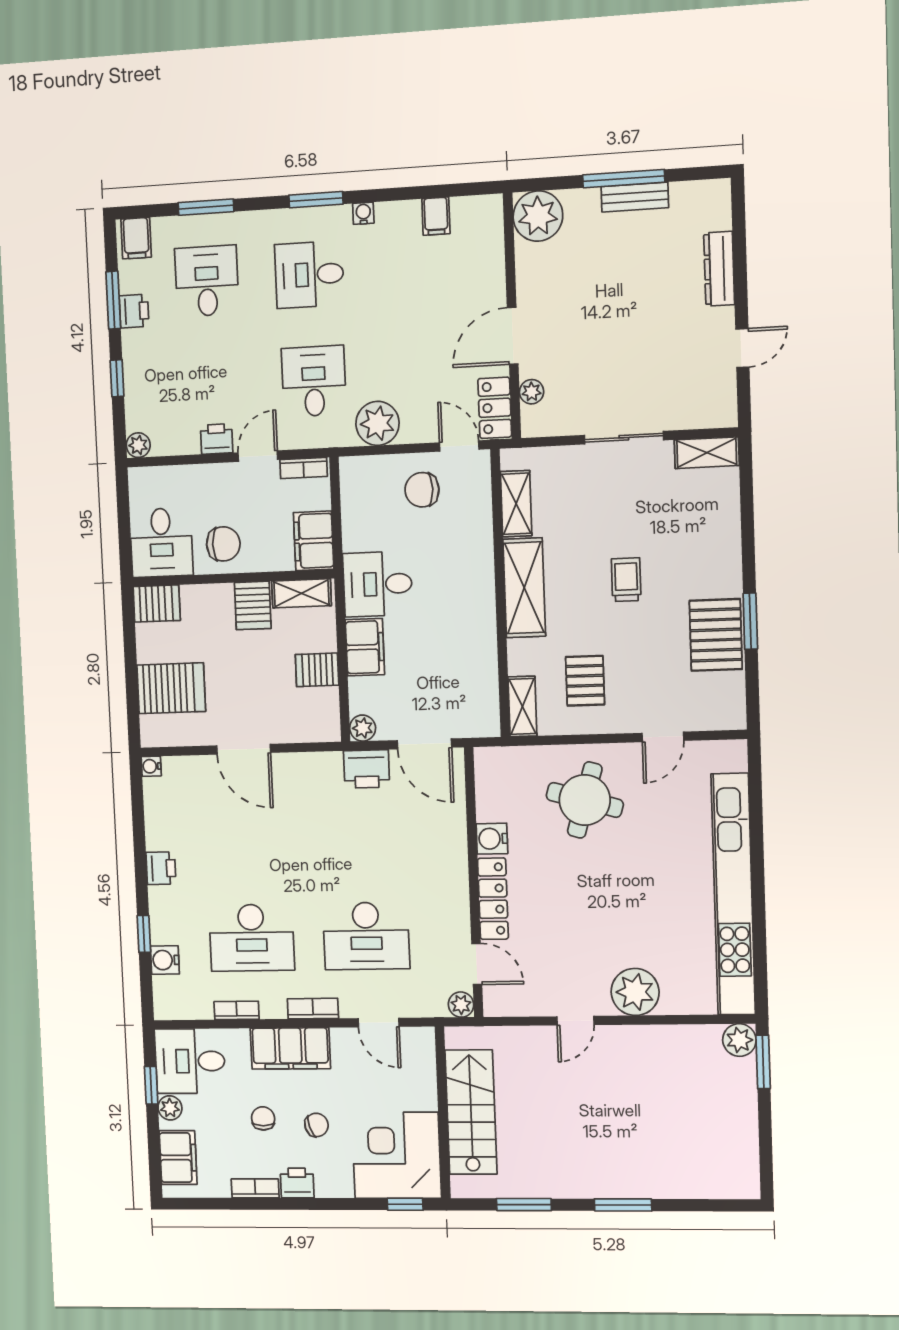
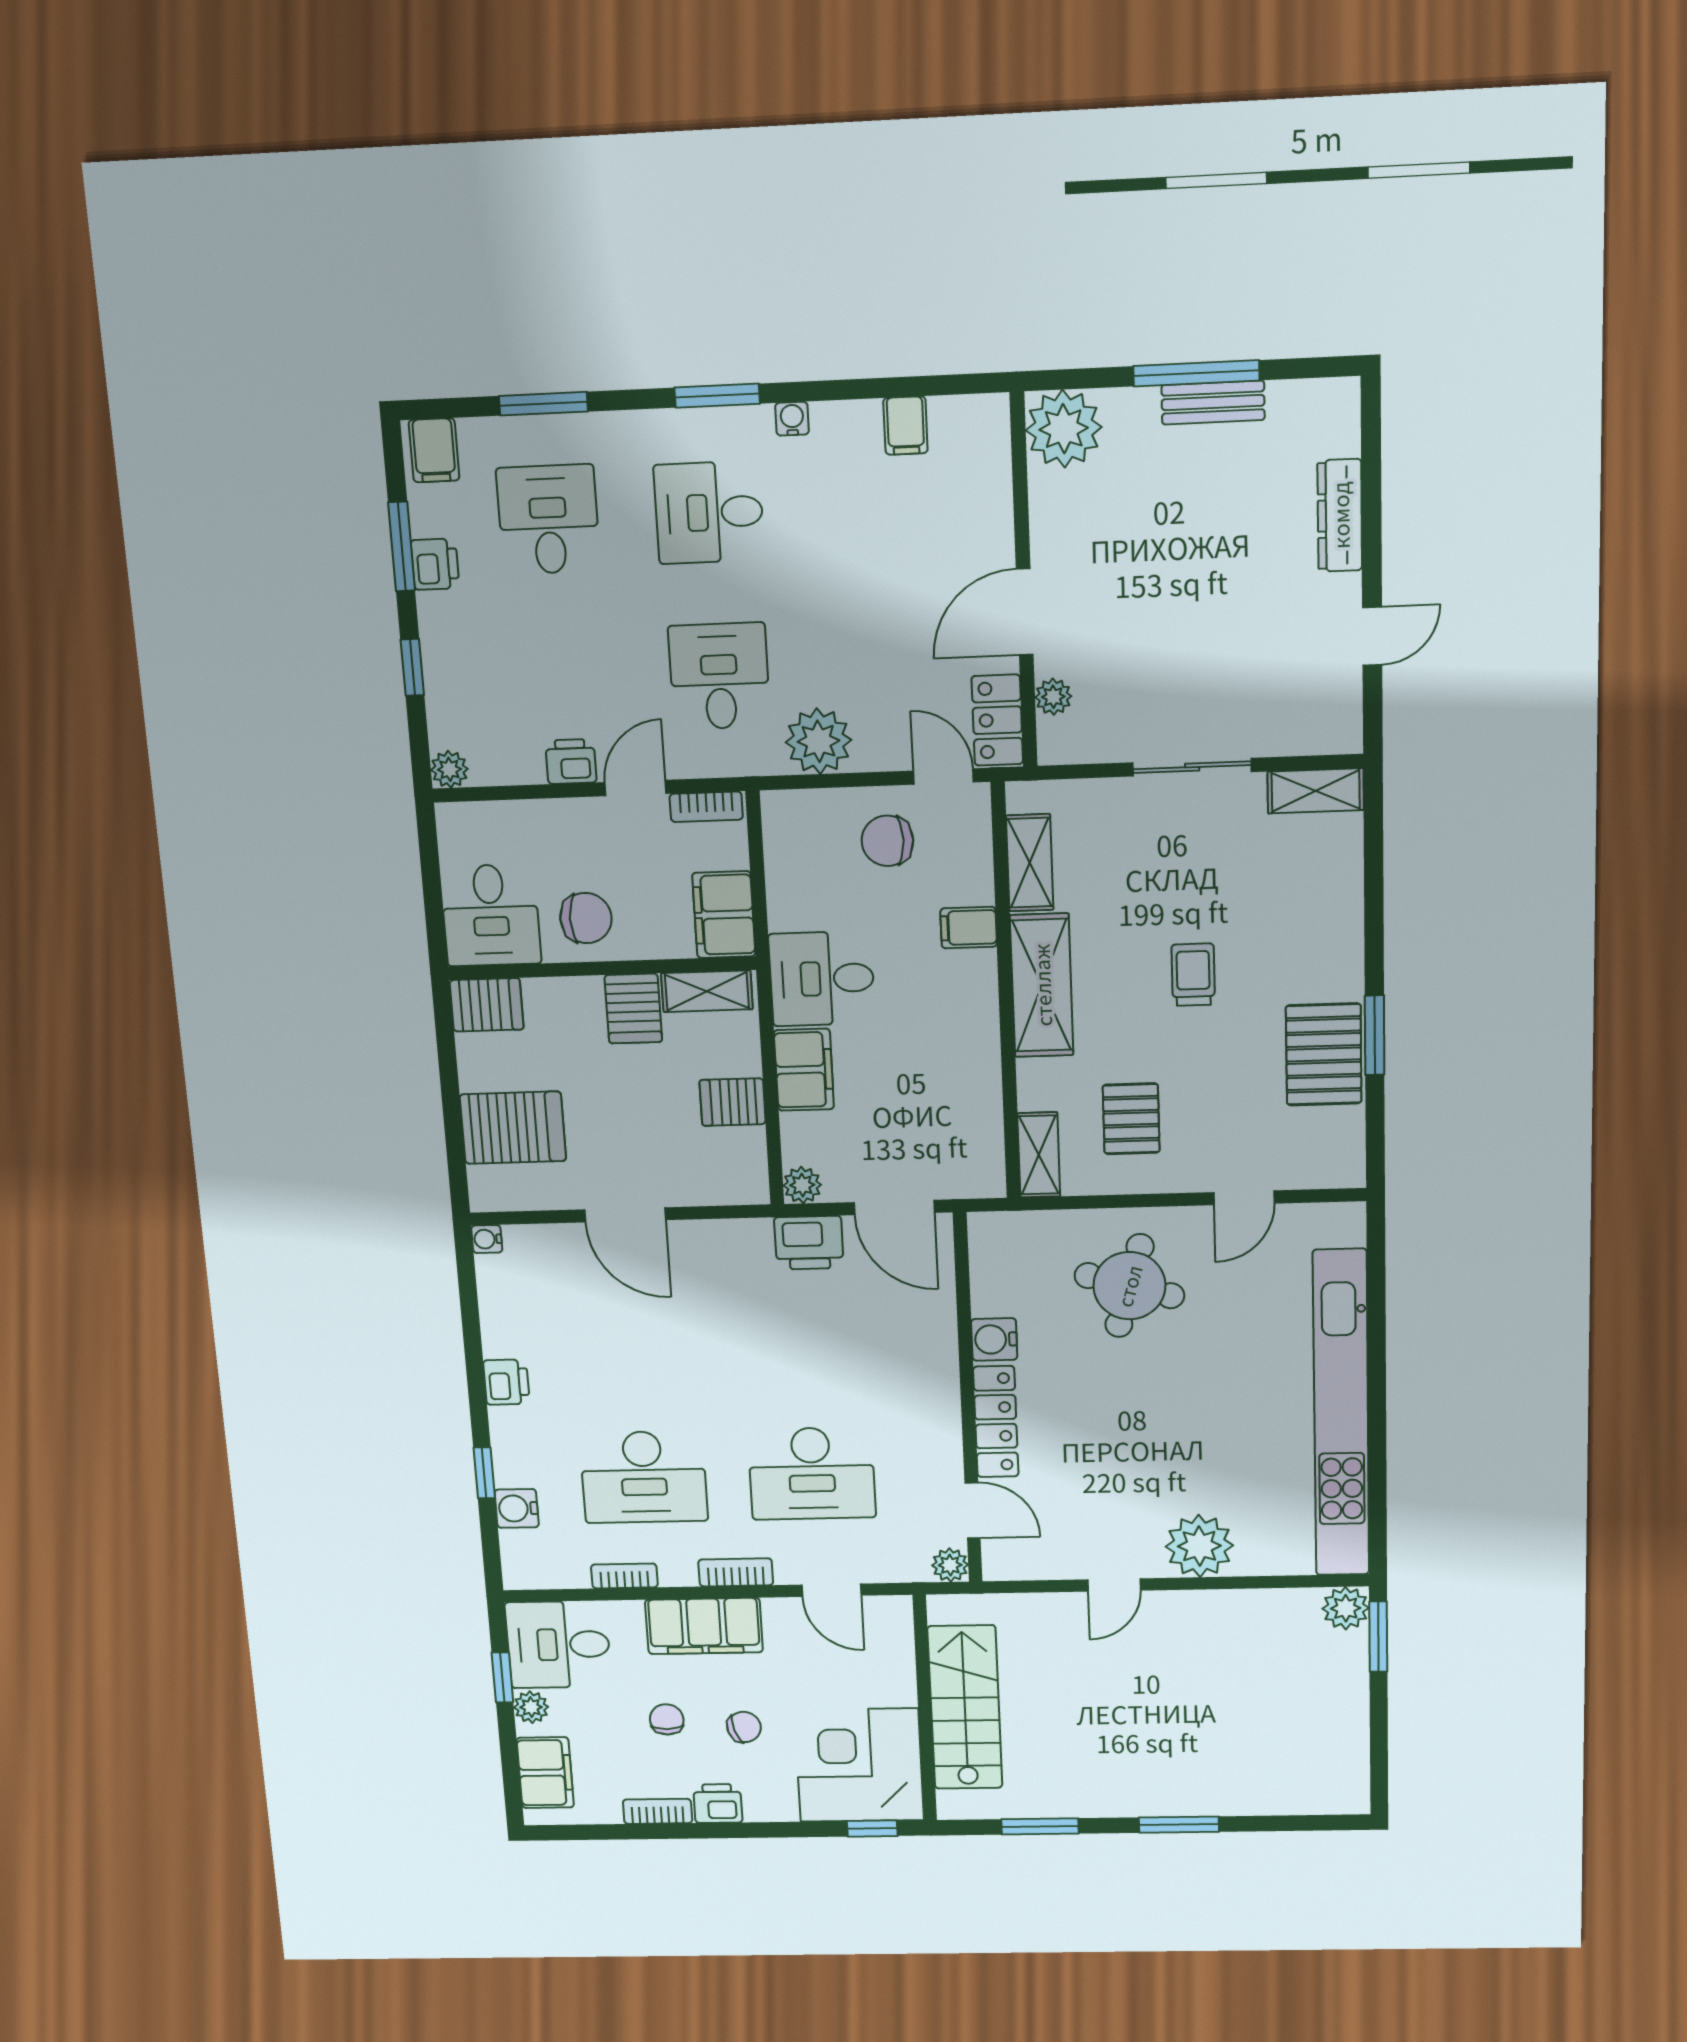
filing cabinet: (475, 548) -> (969, 928), added

